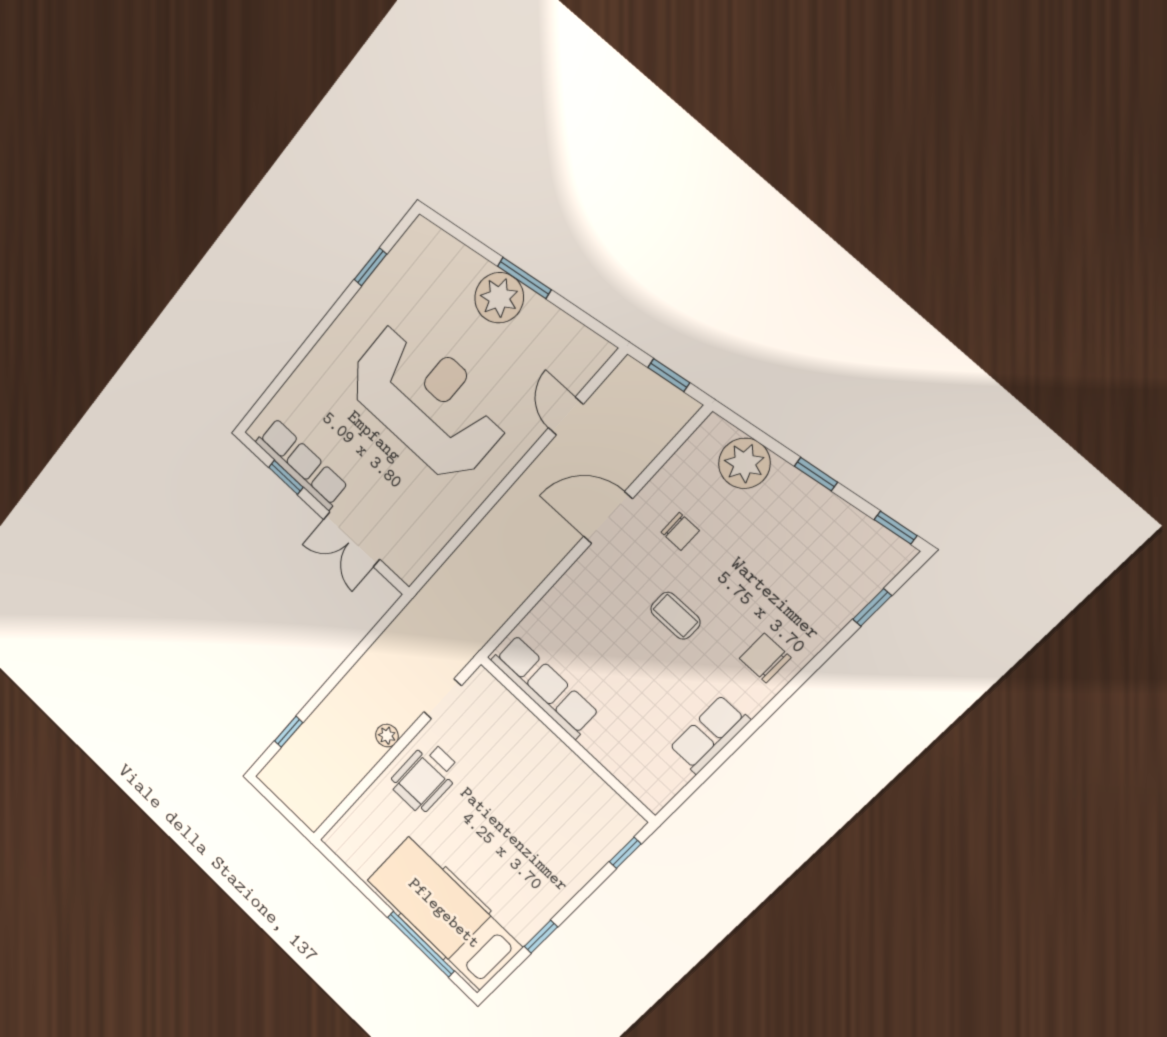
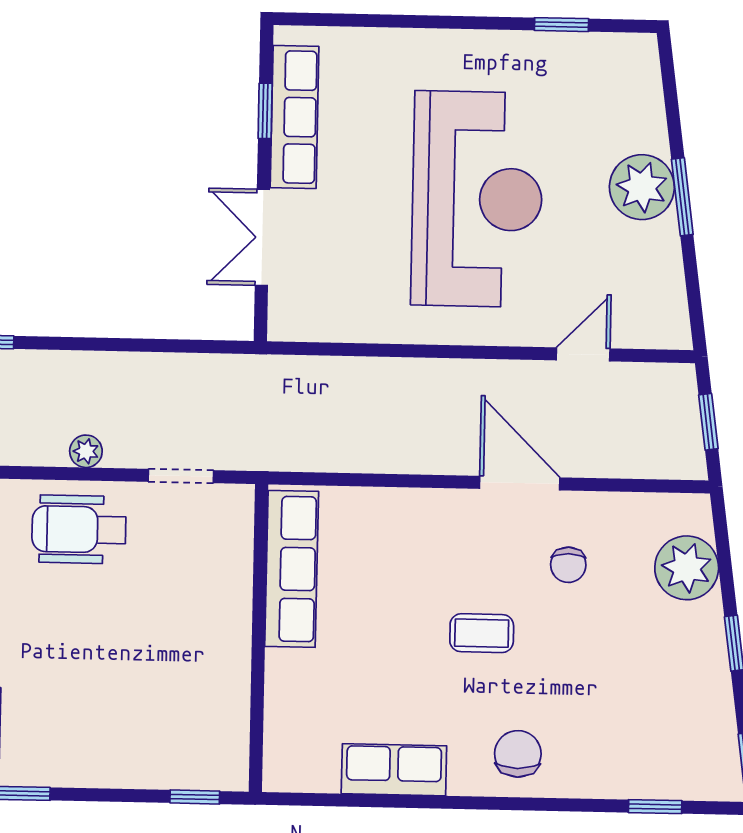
coffee table: (675, 616) -> (482, 633), turned 90

